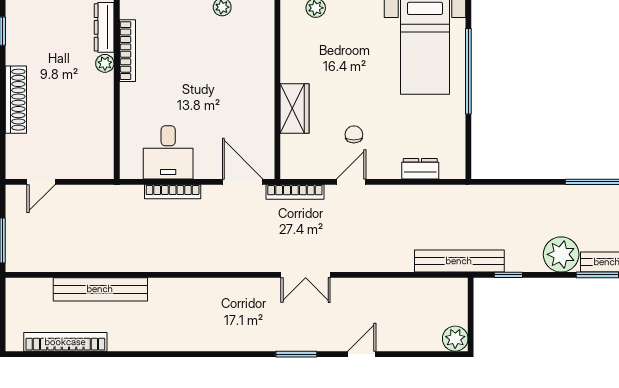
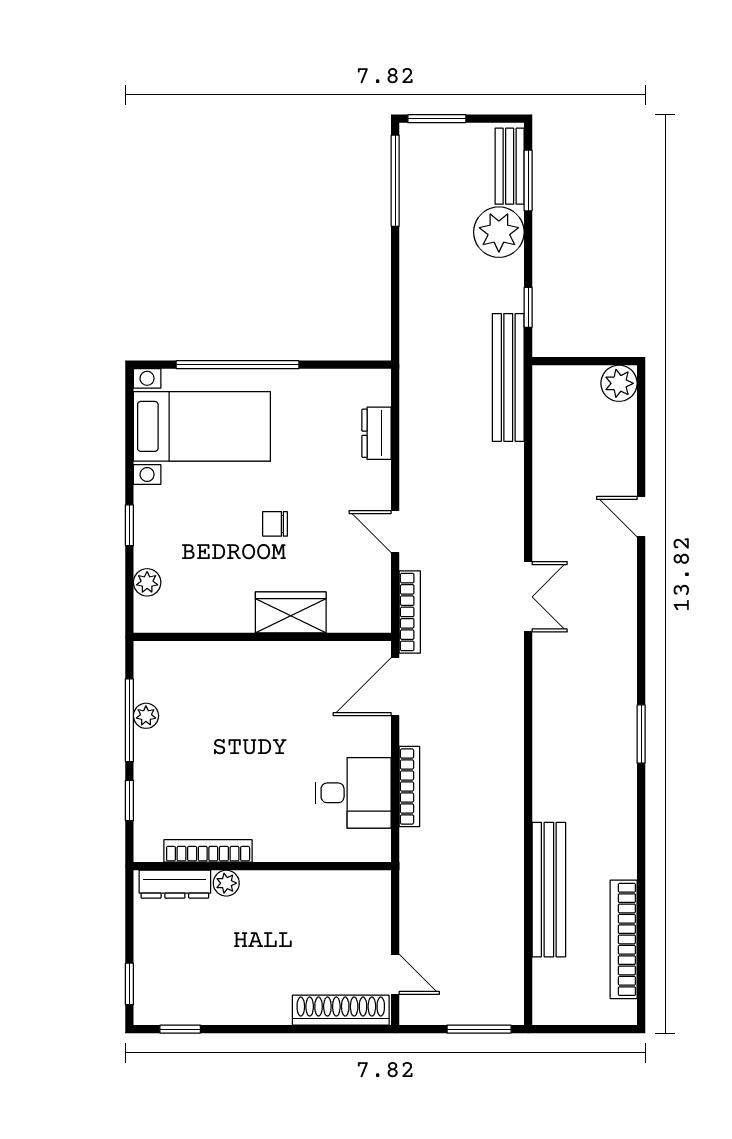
shoe rack: (16, 100) -> (341, 1010), moved
chair: (354, 134) -> (275, 524), moved
window: (296, 354) -> (641, 734), moved

